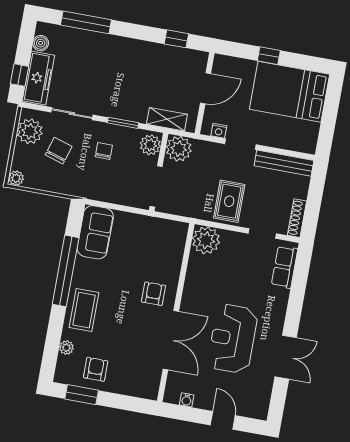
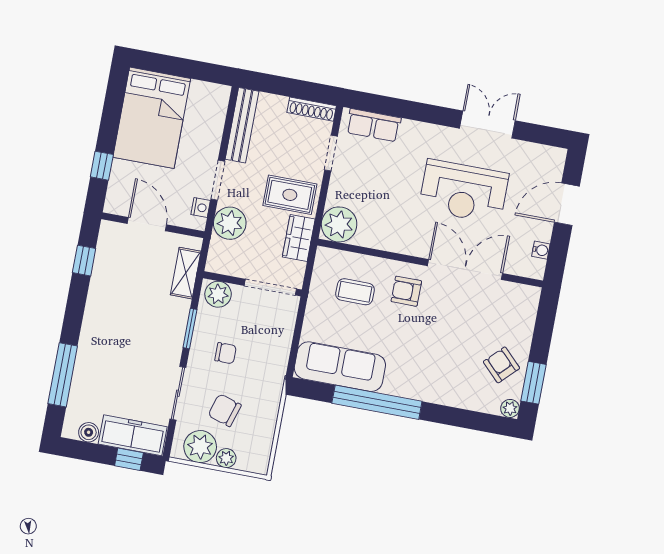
window: (269, 56) -> (102, 166), moved
plant: (179, 149) -> (230, 223), moved
chair: (104, 151) -> (226, 353), turned 180
plant: (16, 178) -> (226, 458), moved
wardrobe: (195, 208) -> (299, 238), added
sofa: (95, 232) -> (340, 367), width x1.36
coffee table: (84, 310) -> (355, 292), moved, width x0.73, depth x0.77
plant: (66, 348) -> (510, 408), moved
armchair: (96, 369) -> (501, 365), turned 45
door: (223, 420) -> (567, 204), width x1.38

